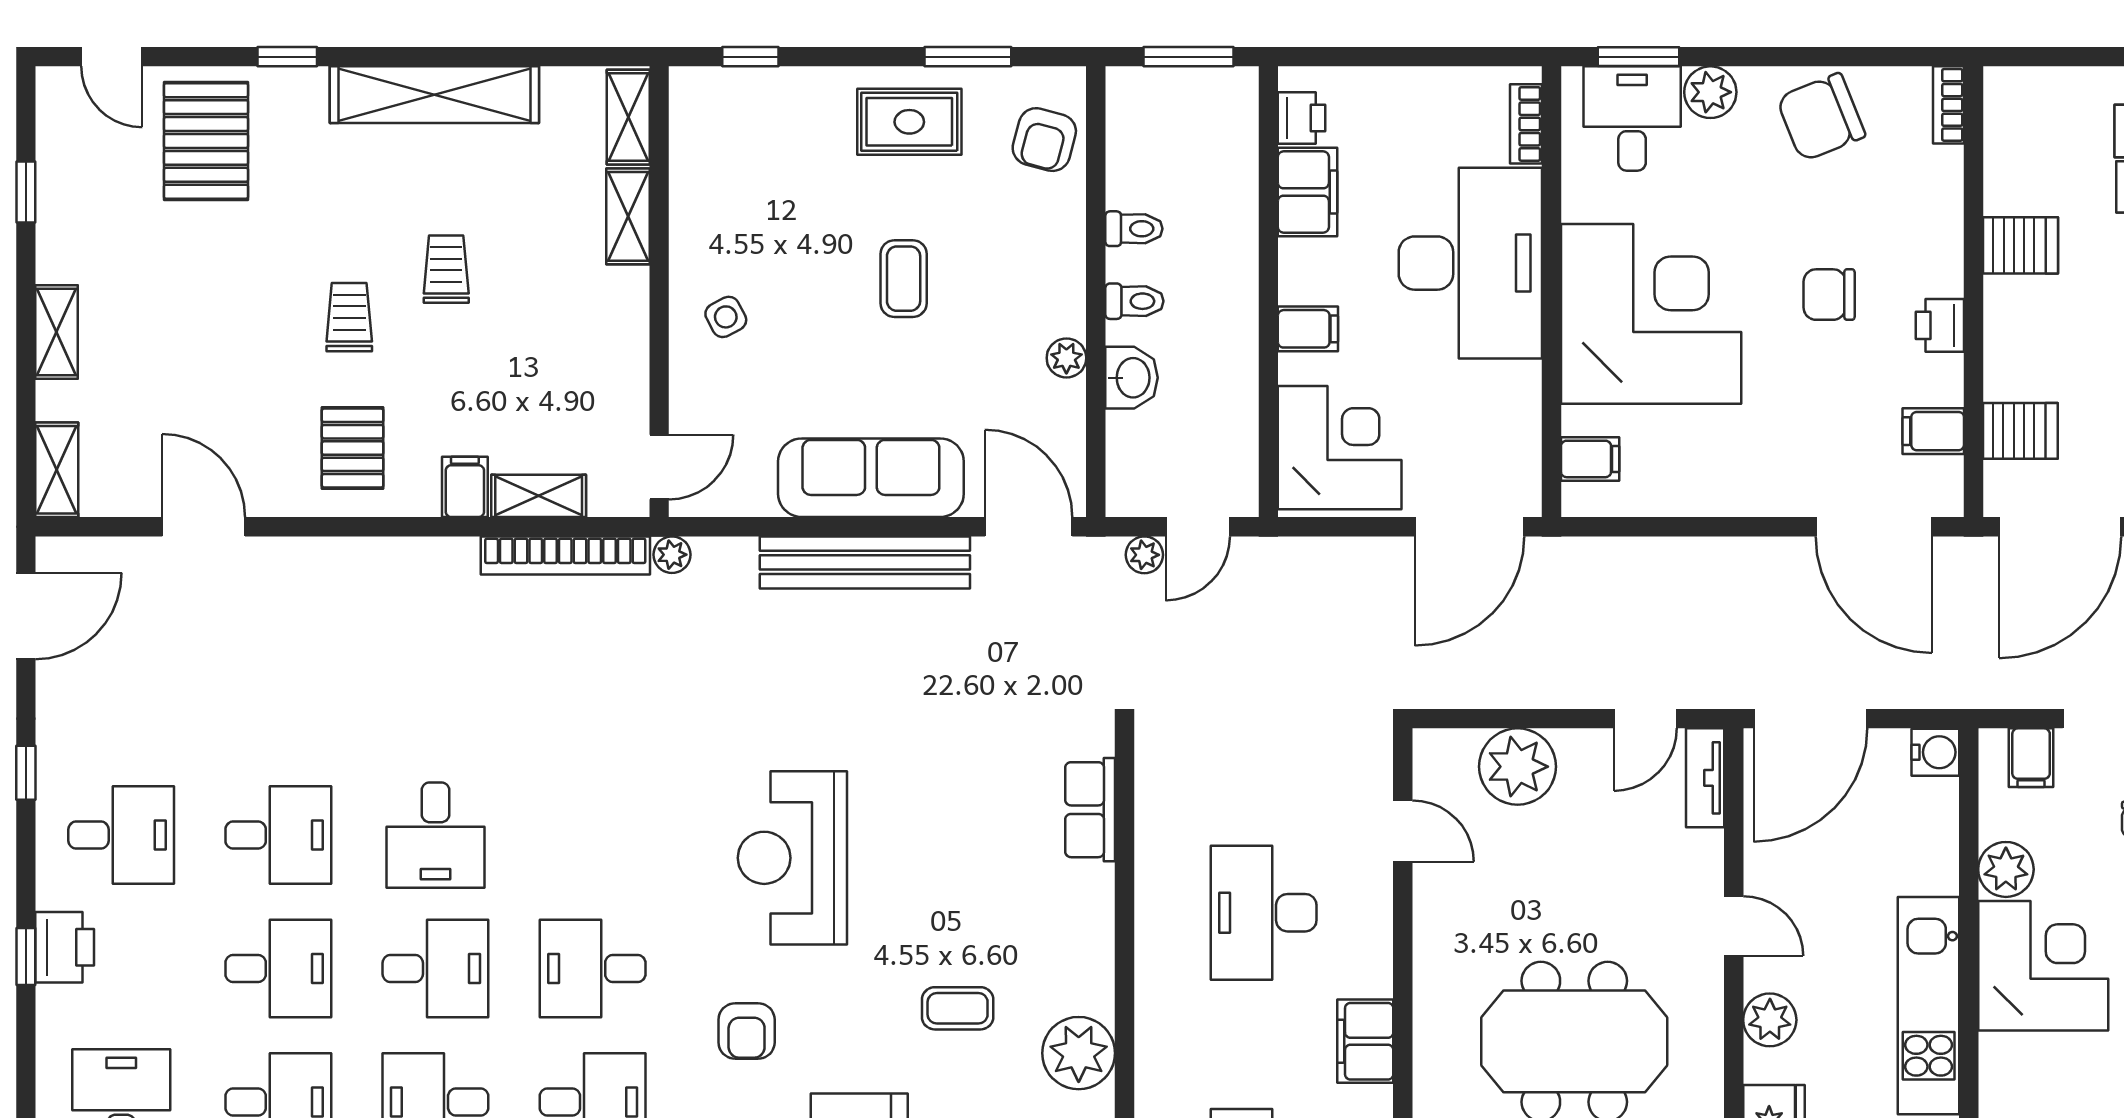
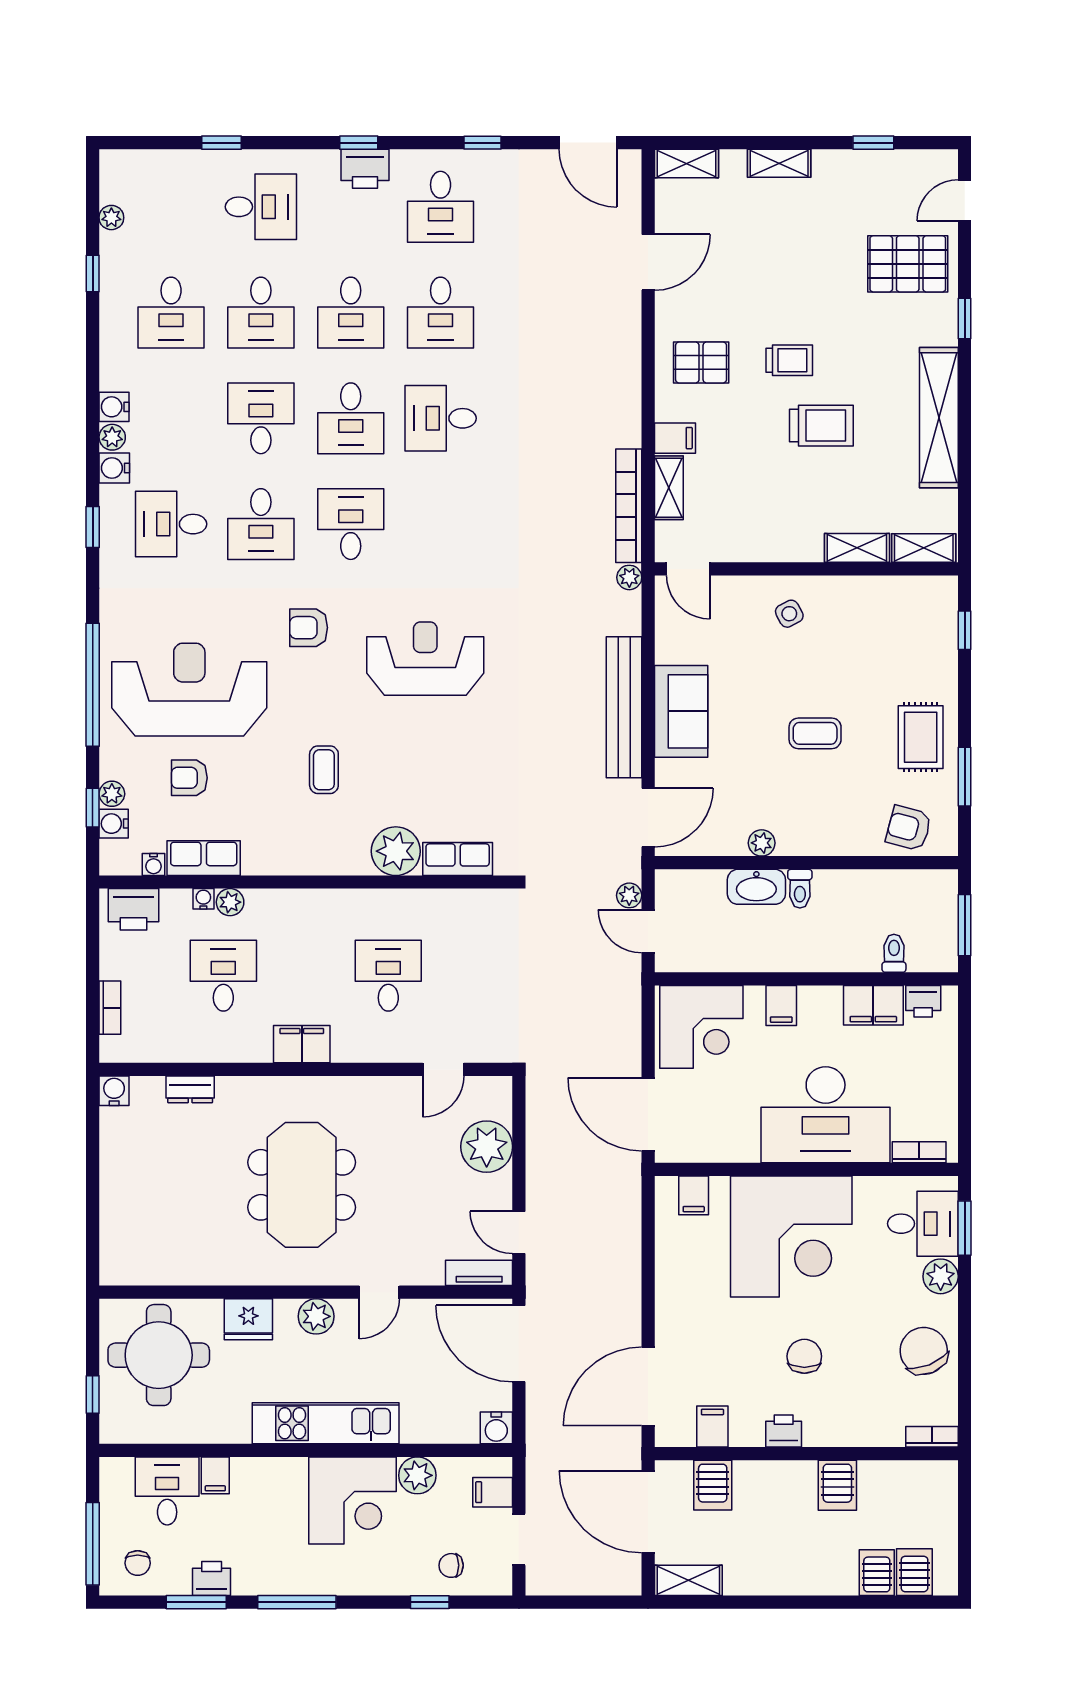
toilet: (1134, 229) -> (894, 953), moved, turned 180
trolley: (446, 269) -> (821, 426), width x1.36, depth x1.39
washbasin: (1131, 378) -> (756, 887), width x1.38
sofa: (871, 478) -> (681, 711), width x0.73
desk: (1264, 913) -> (388, 976), width x0.73
plant: (1079, 1053) -> (396, 851), moved

